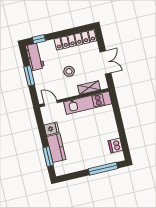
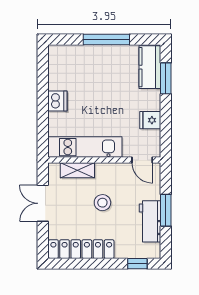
workbench: (35, 57) -> (150, 221), moved
dishwasher: (116, 145) -> (57, 101), moved
kitchen counter: (56, 148) -> (150, 67), moved
window: (103, 169) -> (106, 39), moved

